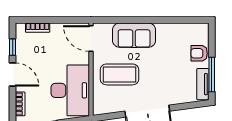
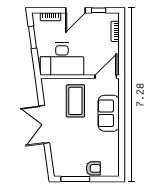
armchair: (199, 53) -> (93, 168), turned 90
tv unit: (203, 84) -> (67, 172), removed

